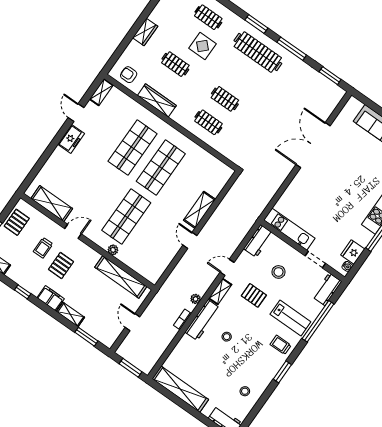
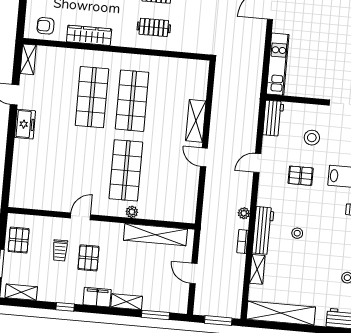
shelving: (52, 203) -> (43, 201), removed
kitchen unit: (289, 229) -> (278, 64), moved, turned 90
shelving: (220, 291) -> (257, 269), moved

